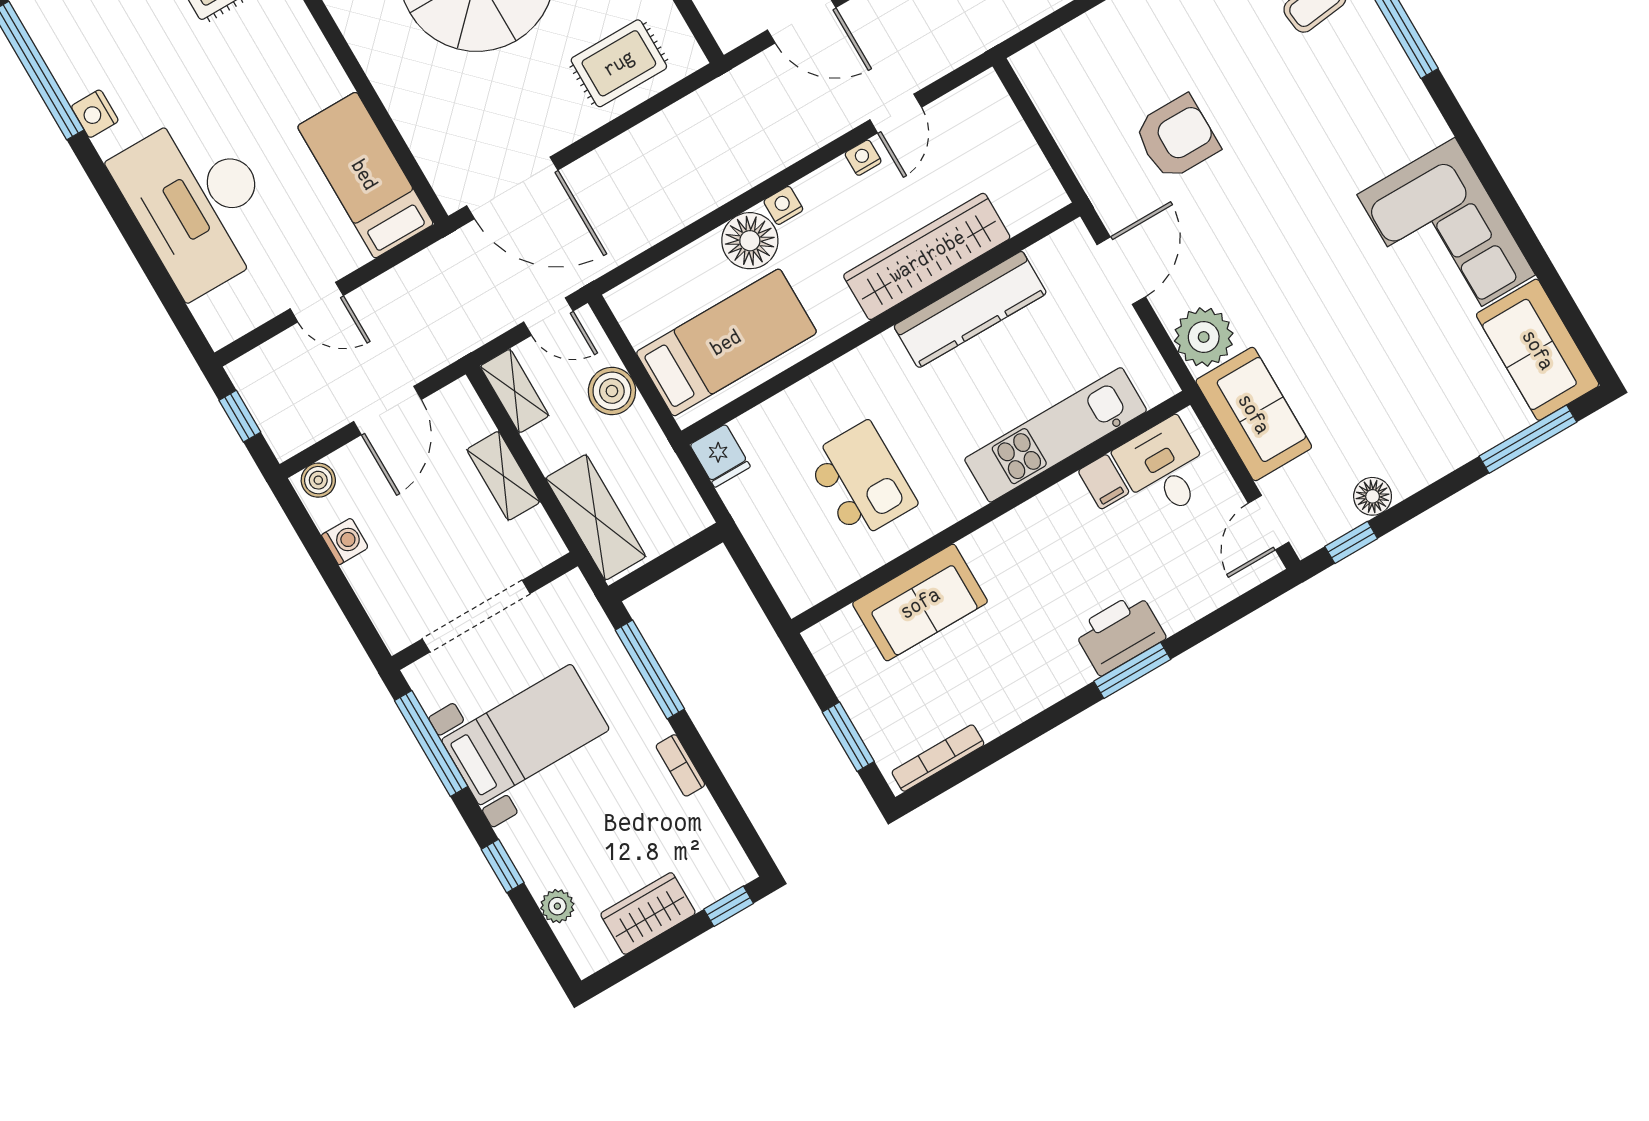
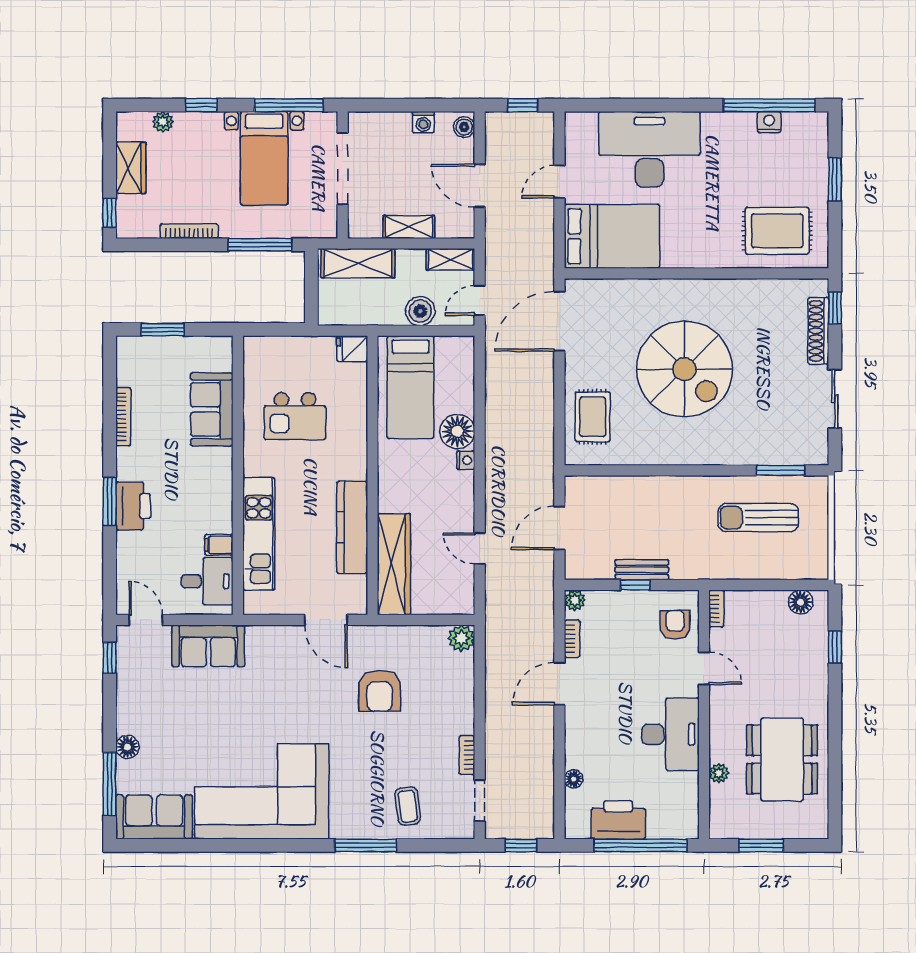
nightstand: (95, 114) -> (769, 122), moved
nightstand: (863, 158) -> (466, 518), removed
bed: (365, 175) -> (612, 236), width x1.50
corner sofa: (1446, 235) -> (262, 791), width x1.36, depth x1.36
wardrobe: (927, 256) -> (394, 564), moved
plant: (1204, 337) -> (461, 638), moved, width x0.73, depth x0.73
floor lamp: (1373, 496) -> (127, 747), moved
bookcase: (938, 758) -> (123, 417), moved
bookcase: (680, 765) -> (189, 231), width x1.56

